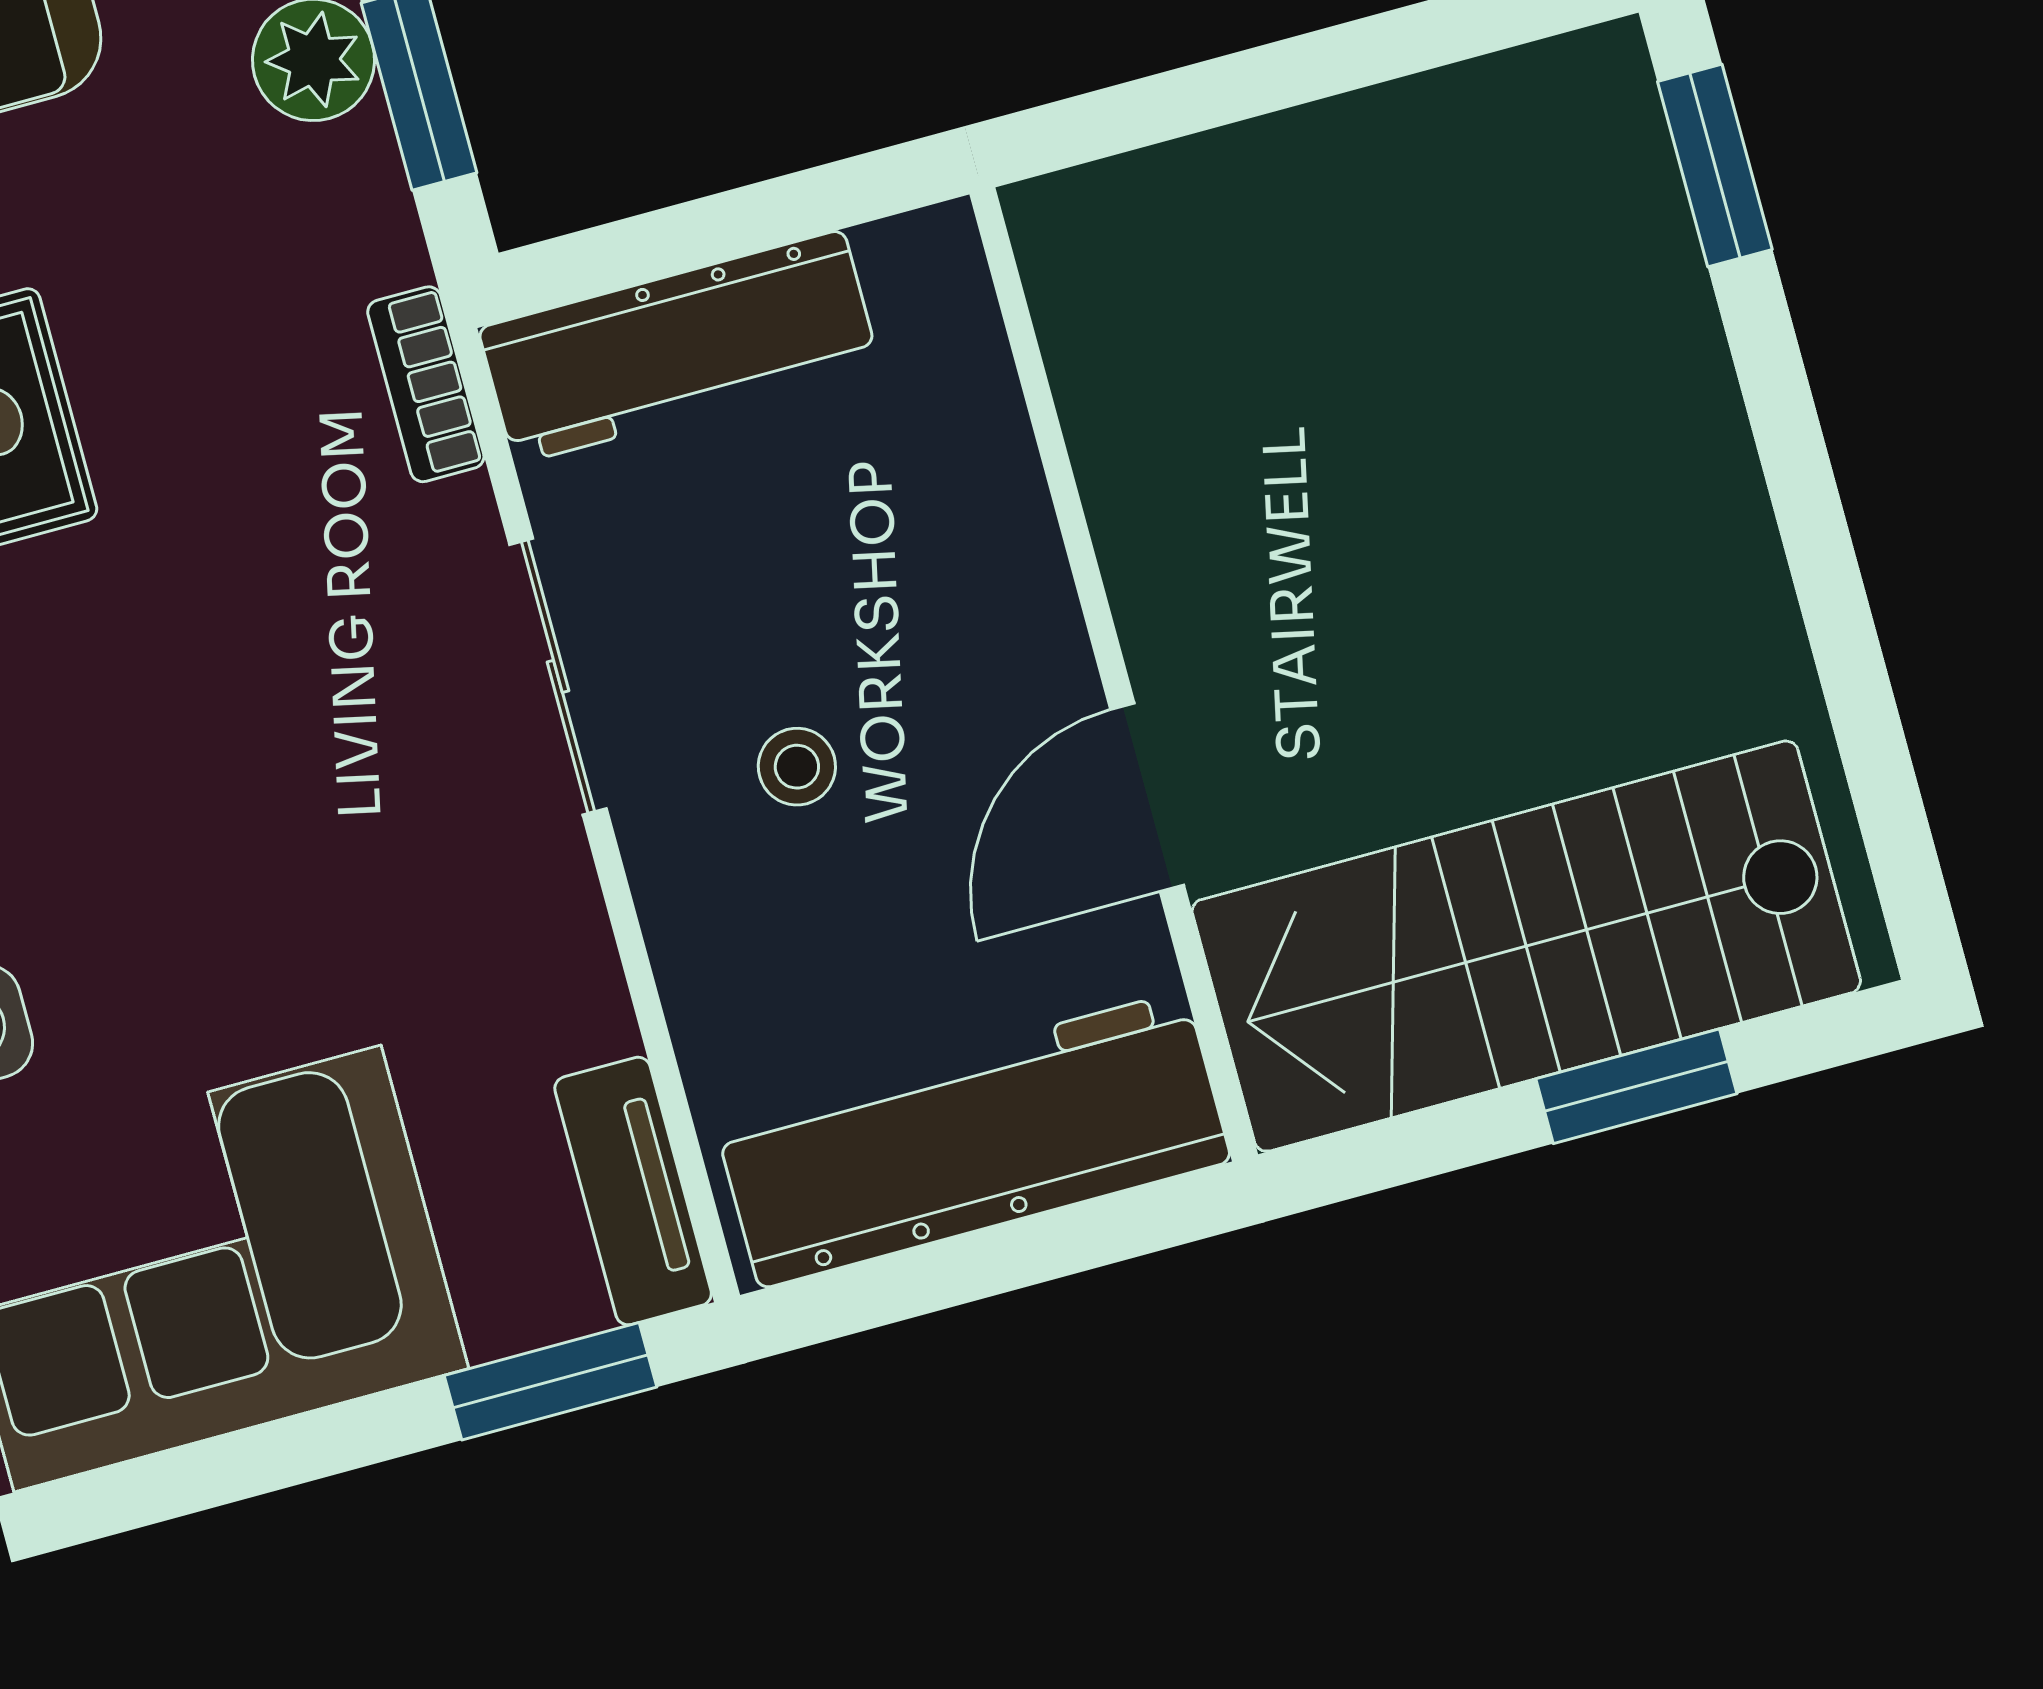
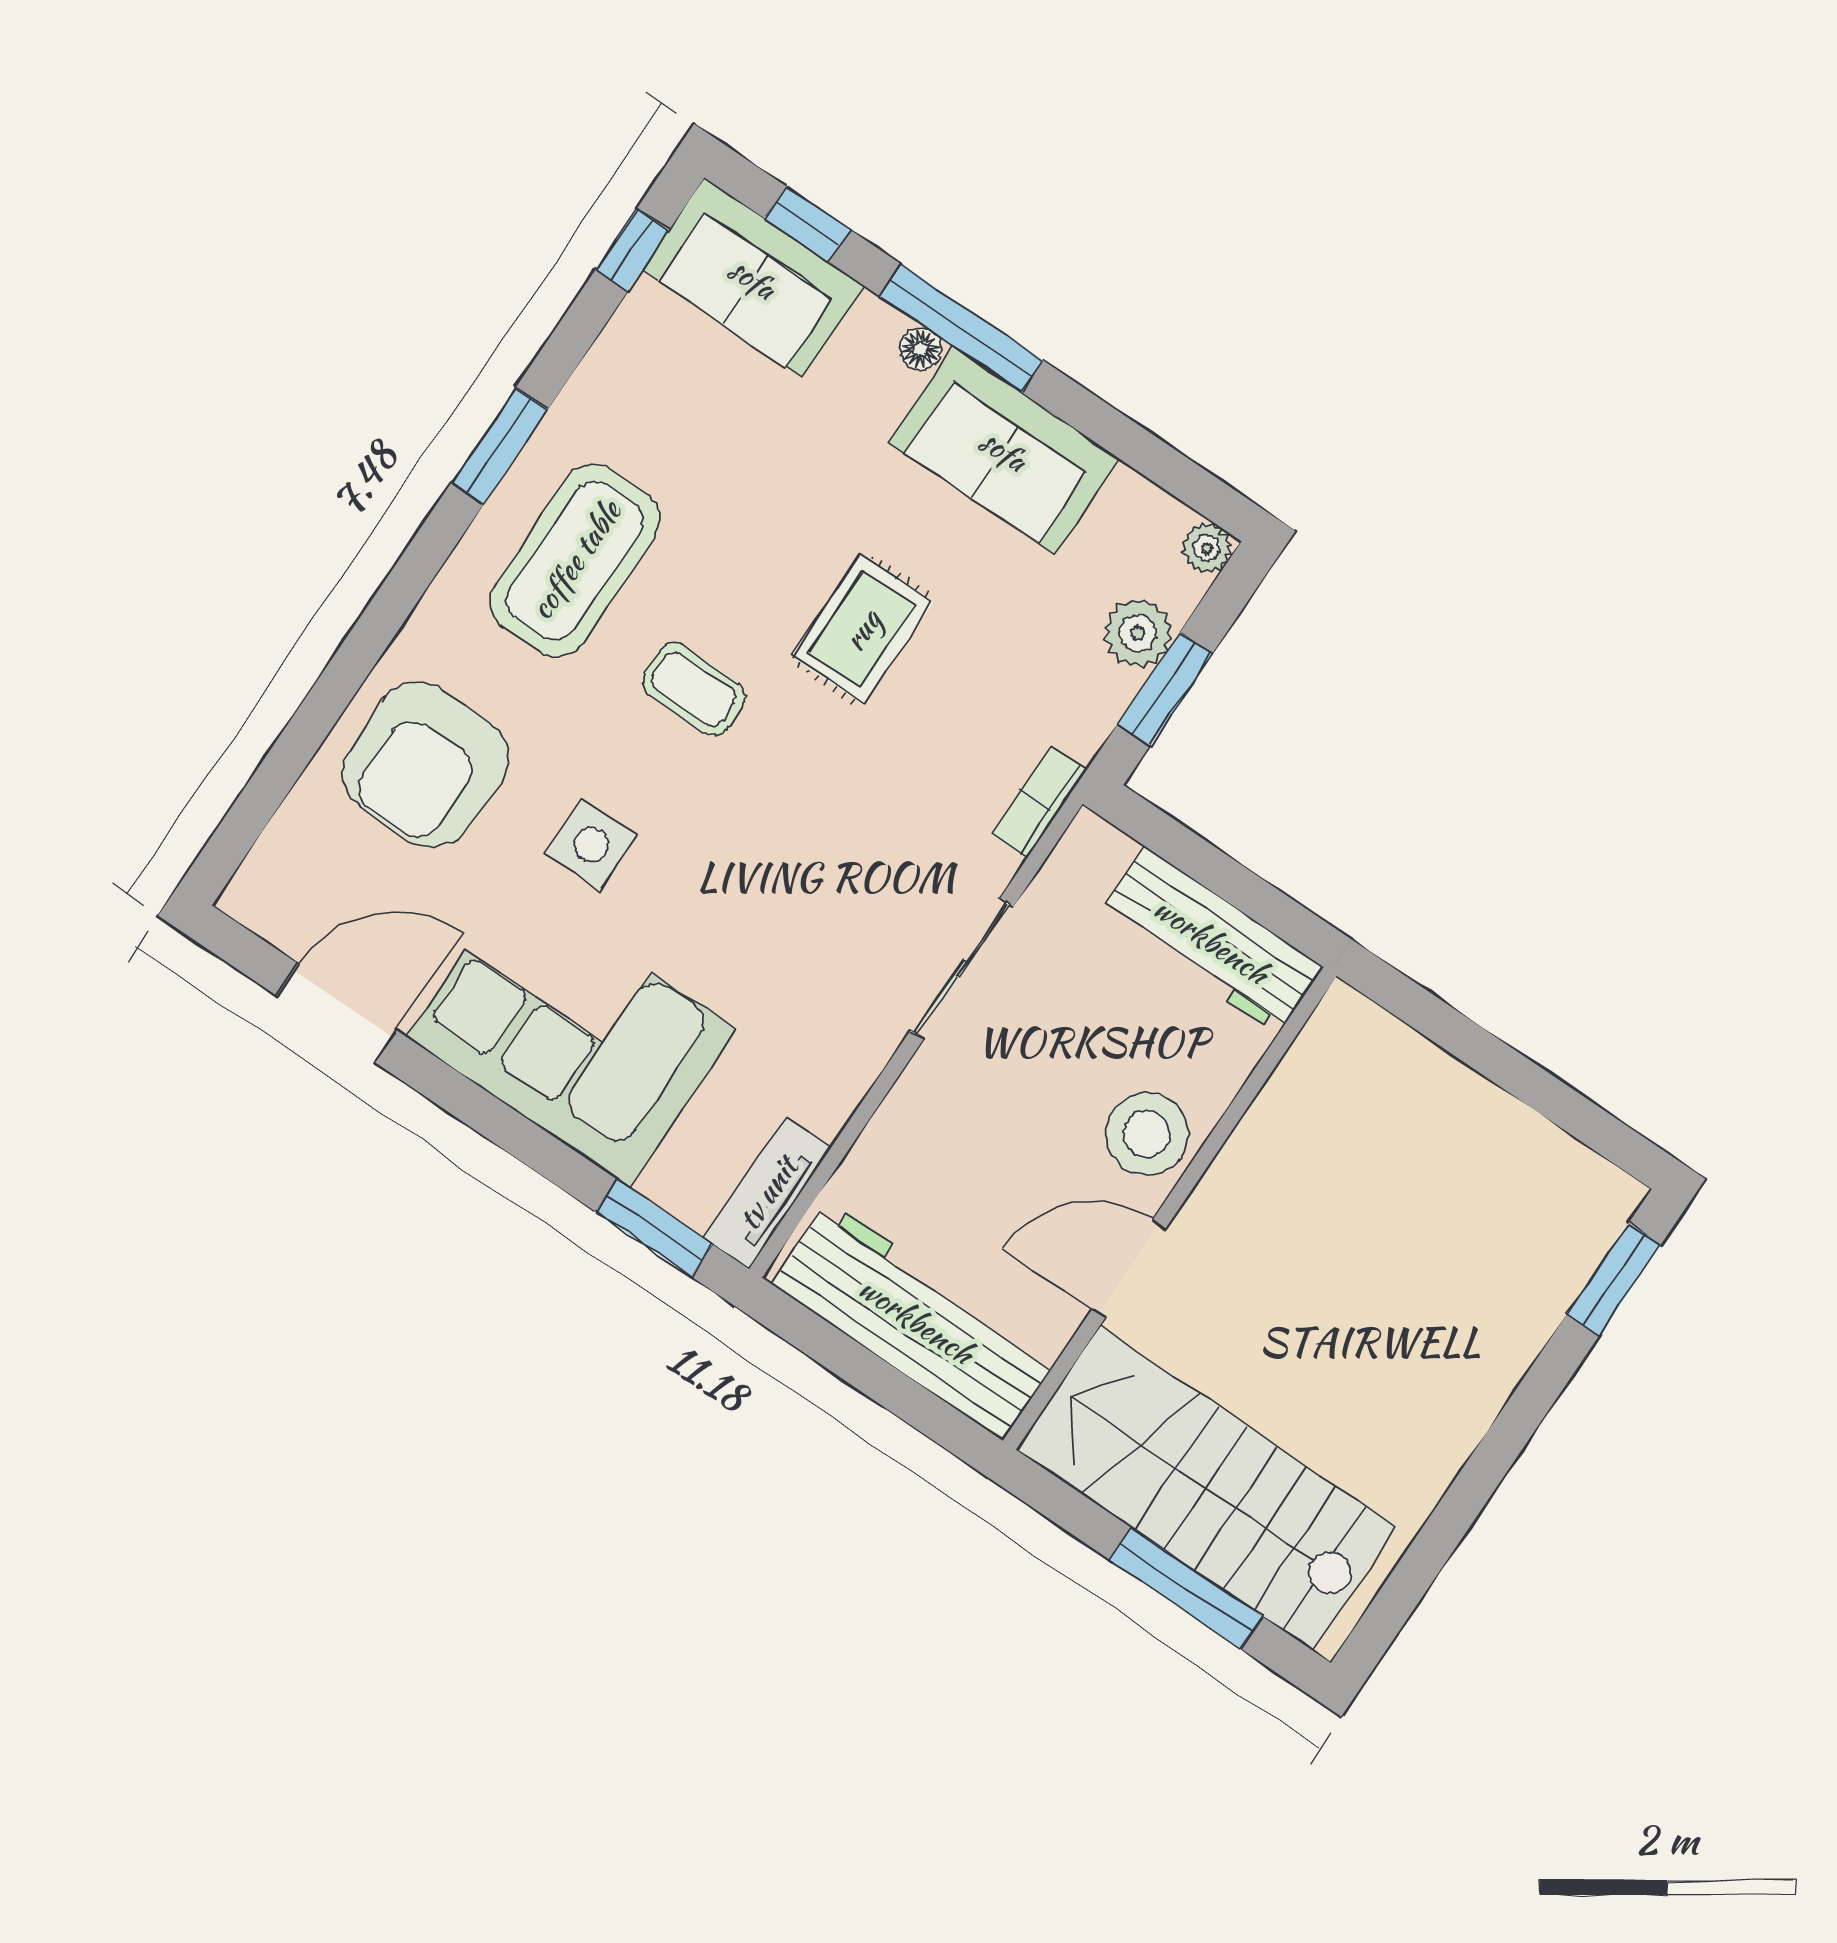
workbench: (679, 347) -> (1211, 940), moved
stool: (797, 767) -> (1147, 1134), moved, width x1.89, depth x1.89
window: (1636, 1086) -> (1186, 1588), width x1.44

